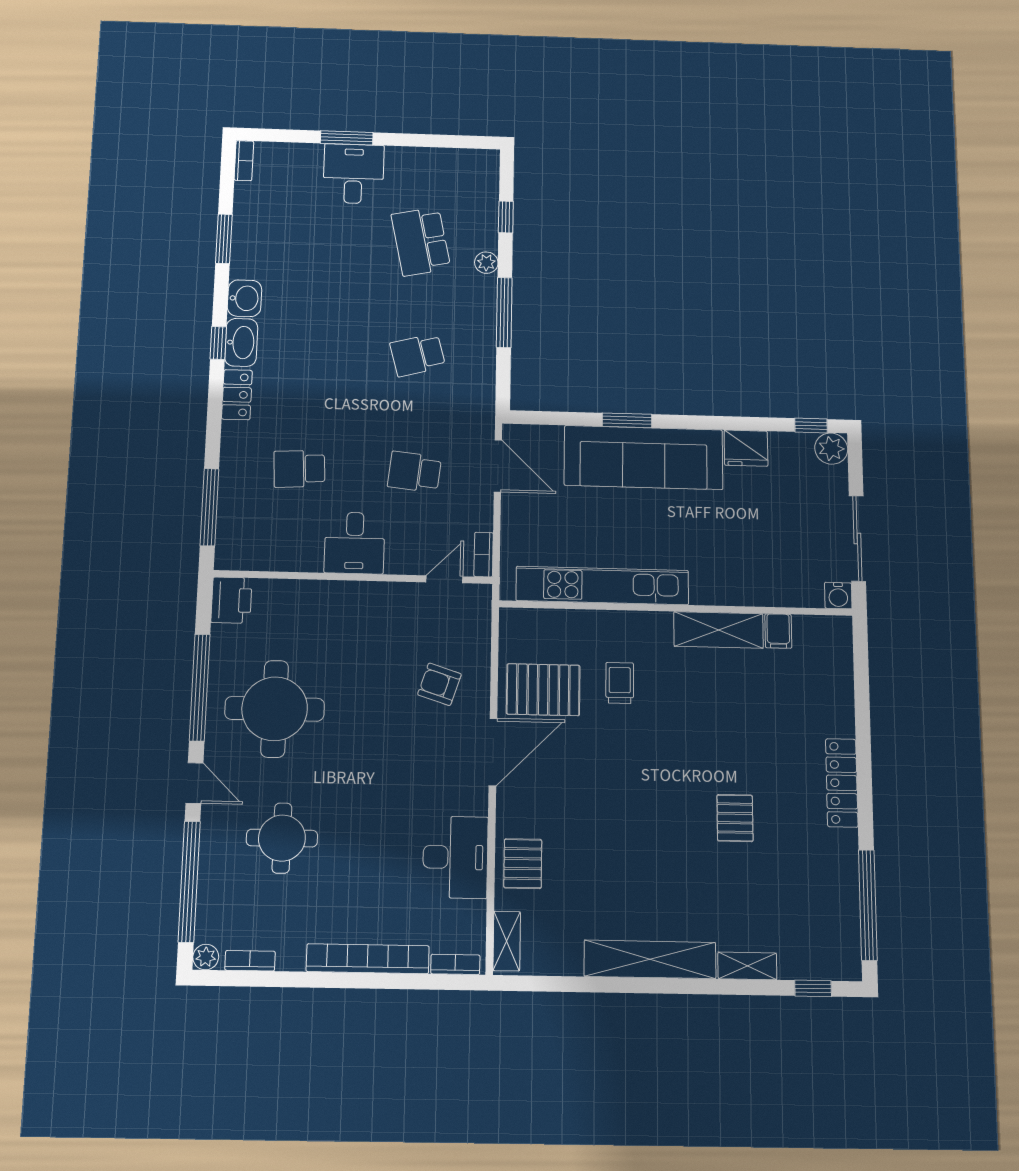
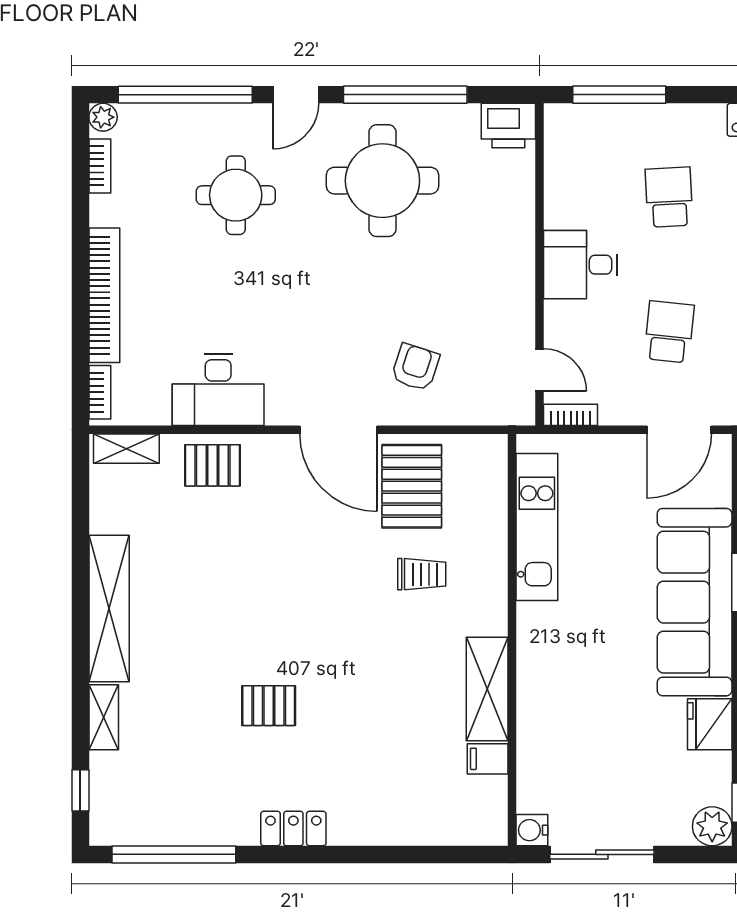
kitchen unit: (602, 585) -> (537, 527), width x0.73
locker: (842, 783) -> (293, 829), width x0.66

